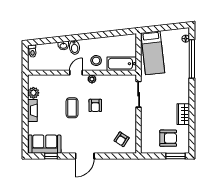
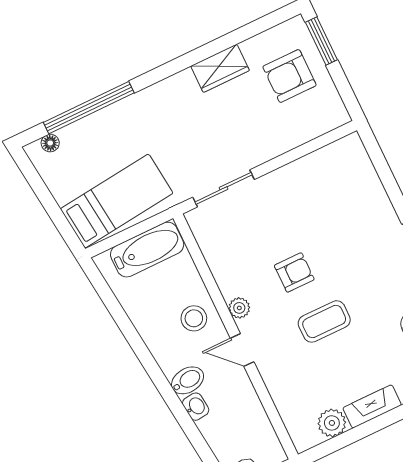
bathtub: (122, 64) -> (147, 250), moved, turned -90
armchair: (168, 138) -> (289, 76), turned -90
armchair: (122, 139) -> (341, 178), removed

